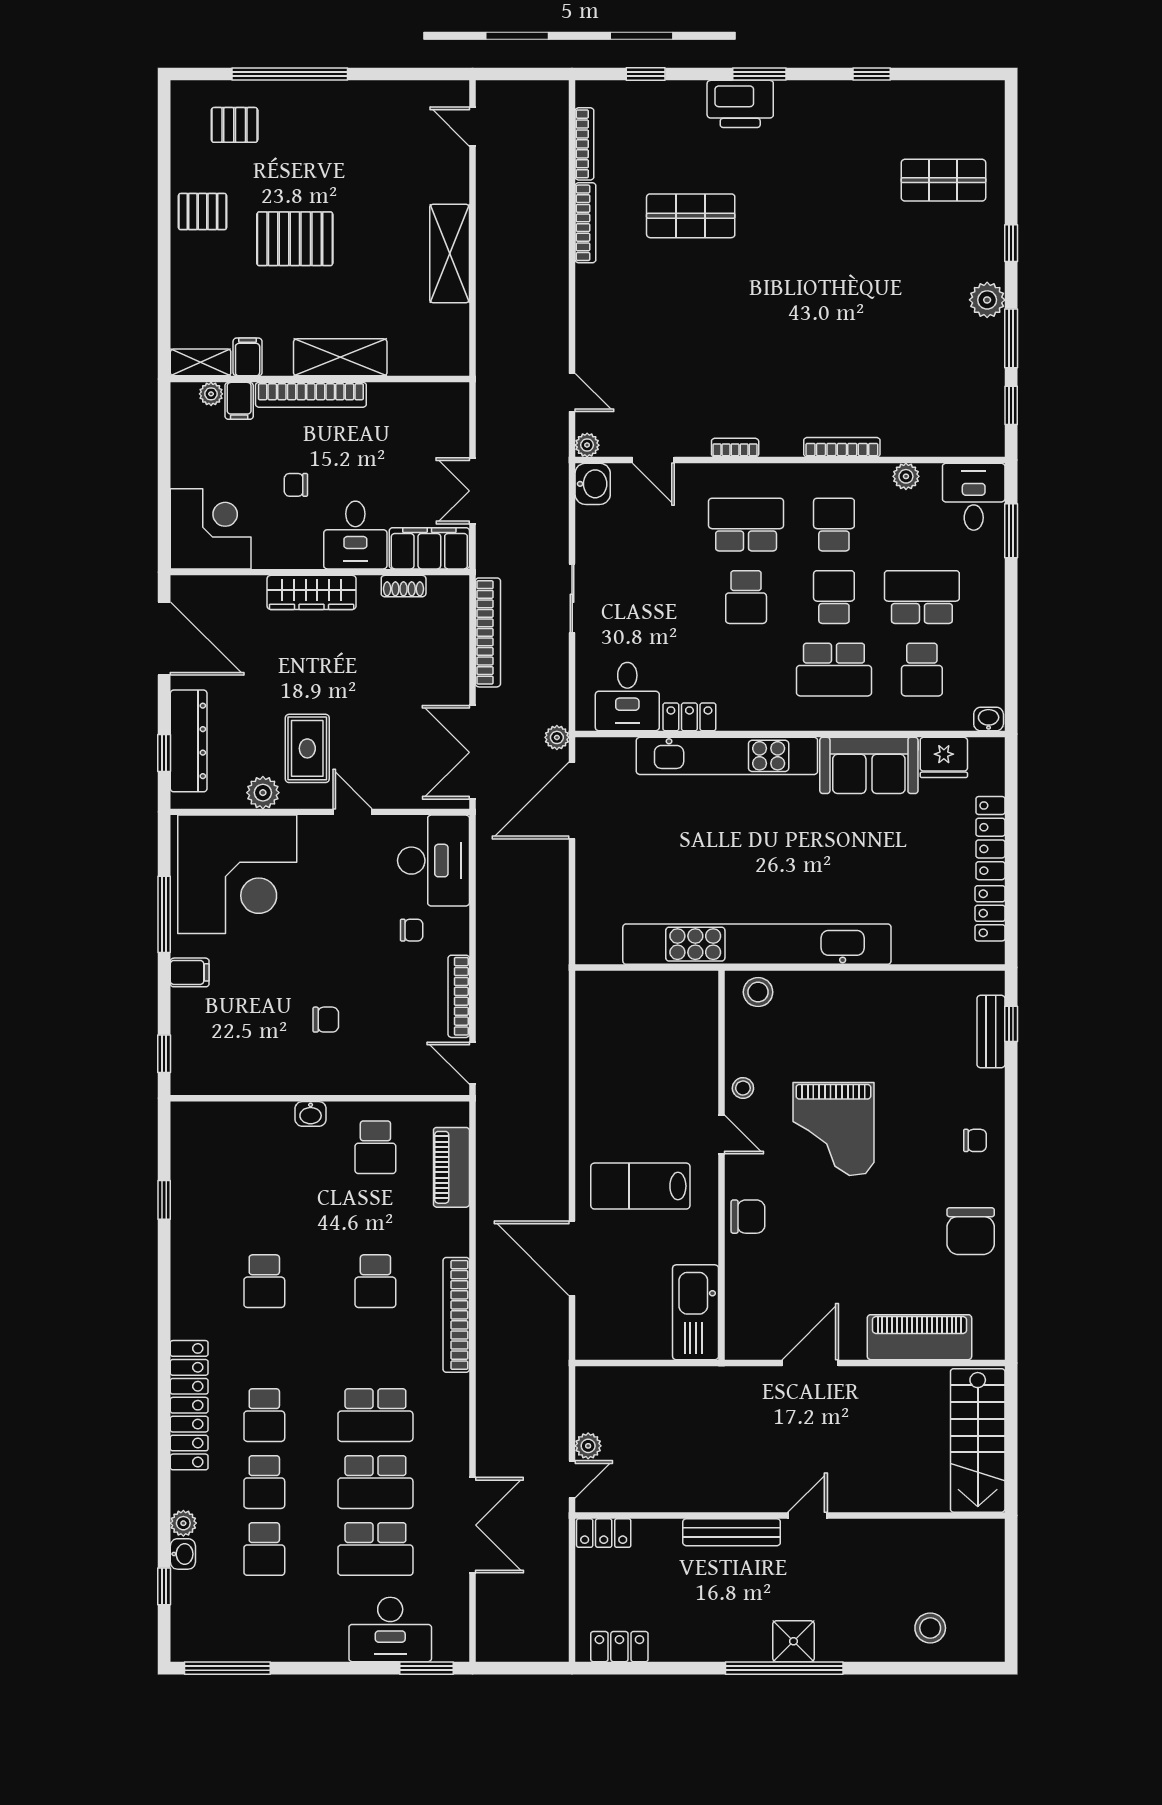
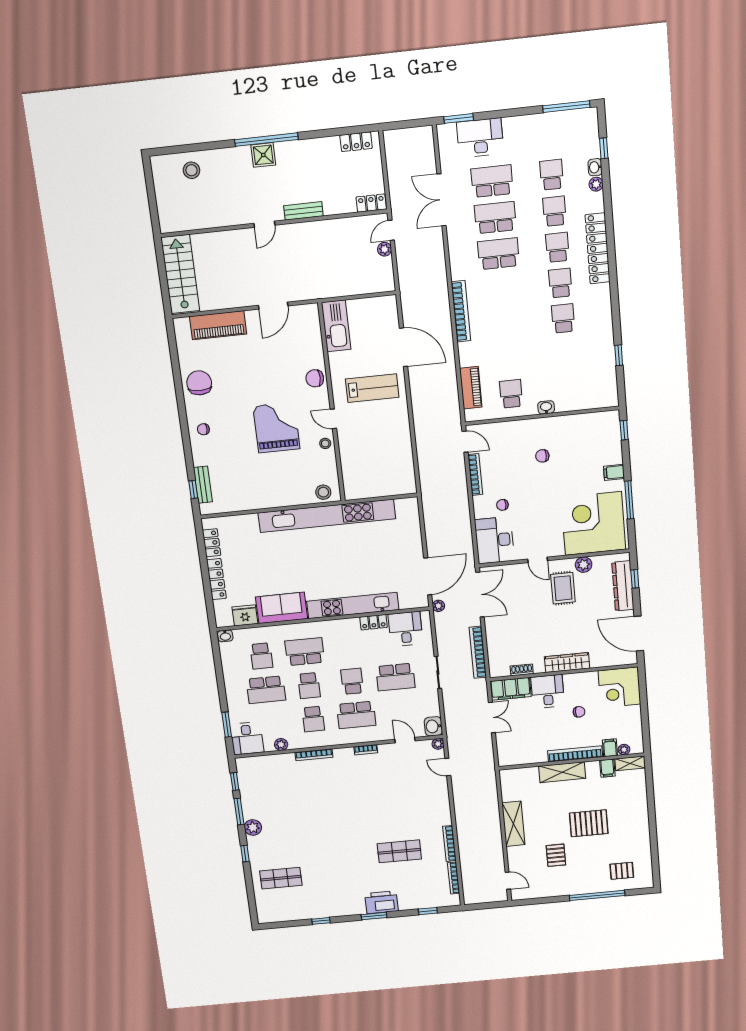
pallet: (203, 212) -> (556, 855), moved, turned 90
school desk: (658, 597) -> (395, 677), added
school desk: (922, 670) -> (261, 656), turned 180
school desk: (375, 1281) -> (560, 283), moved
bench: (732, 1532) -> (303, 211), width x0.73

